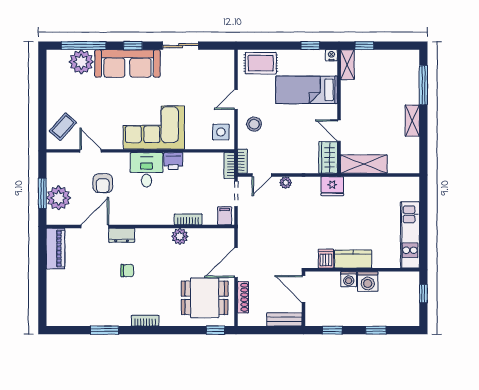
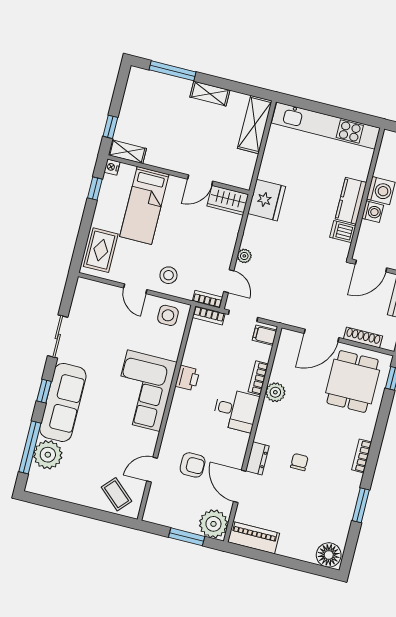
shelving: (364, 164) -> (255, 125), moved
desk: (147, 170) -> (236, 410), moved, turned 180
fridge: (332, 186) -> (267, 200), width x1.36, depth x1.34
plant: (59, 198) -> (213, 524), moved
kitchen unit: (410, 235) -> (326, 126), width x1.36
door: (236, 263) -> (321, 336), hinge flipped
floor lamp: (57, 314) -> (329, 555), added

